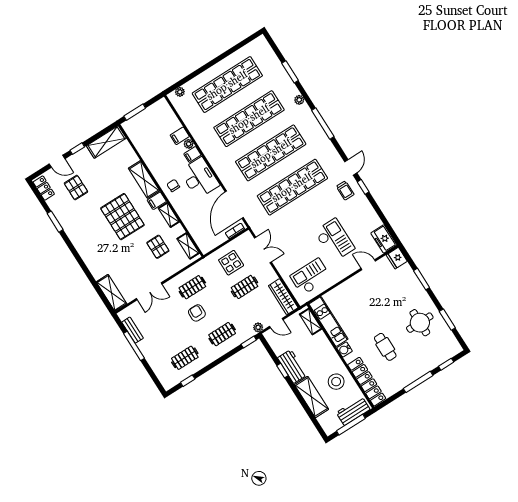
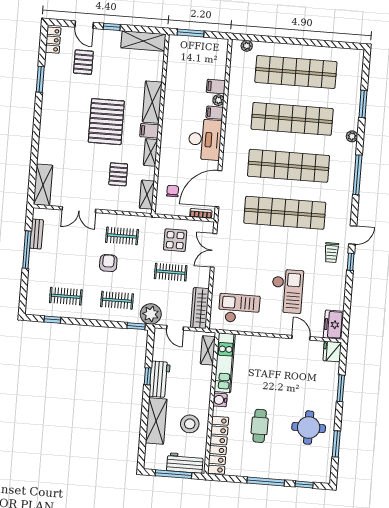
chair: (173, 186) -> (173, 191), moved
double door: (263, 250) -> (214, 250), swing flipped
plant: (258, 327) -> (151, 314), width x1.87, depth x1.87

